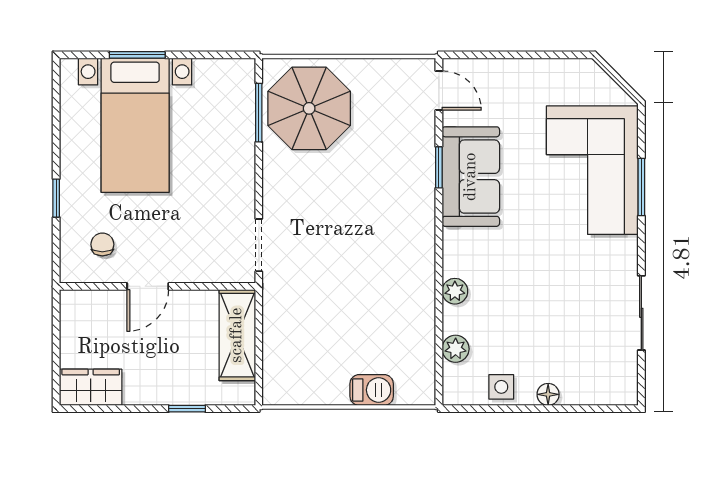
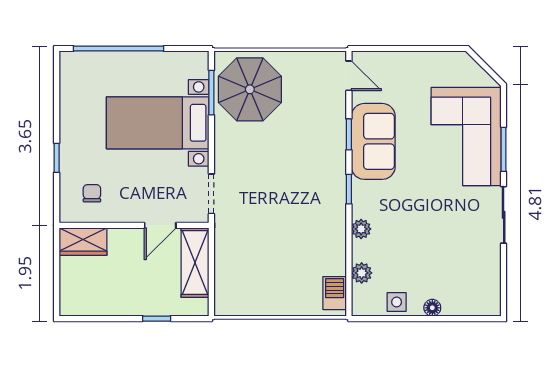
window: (137, 55) -> (119, 49), width x2.11
bed with nightstands: (135, 125) -> (158, 123), moved, turned 90
window: (439, 239) -> (349, 189), added
door: (148, 286) -> (160, 225), moved
sliding door: (641, 313) -> (504, 215), moved
wardrobe: (91, 387) -> (83, 242), moved, turned 180
barbecue: (372, 390) -> (335, 293), moved, turned -90

